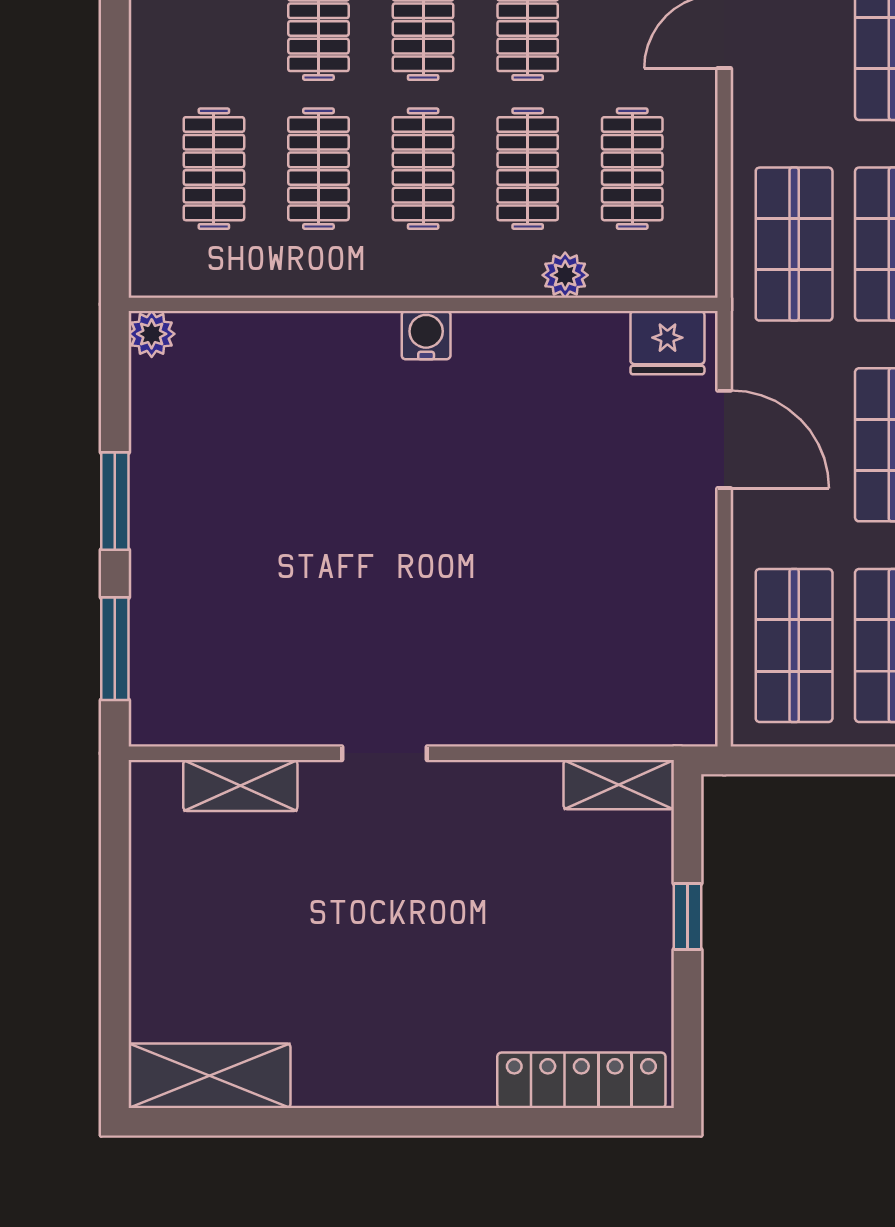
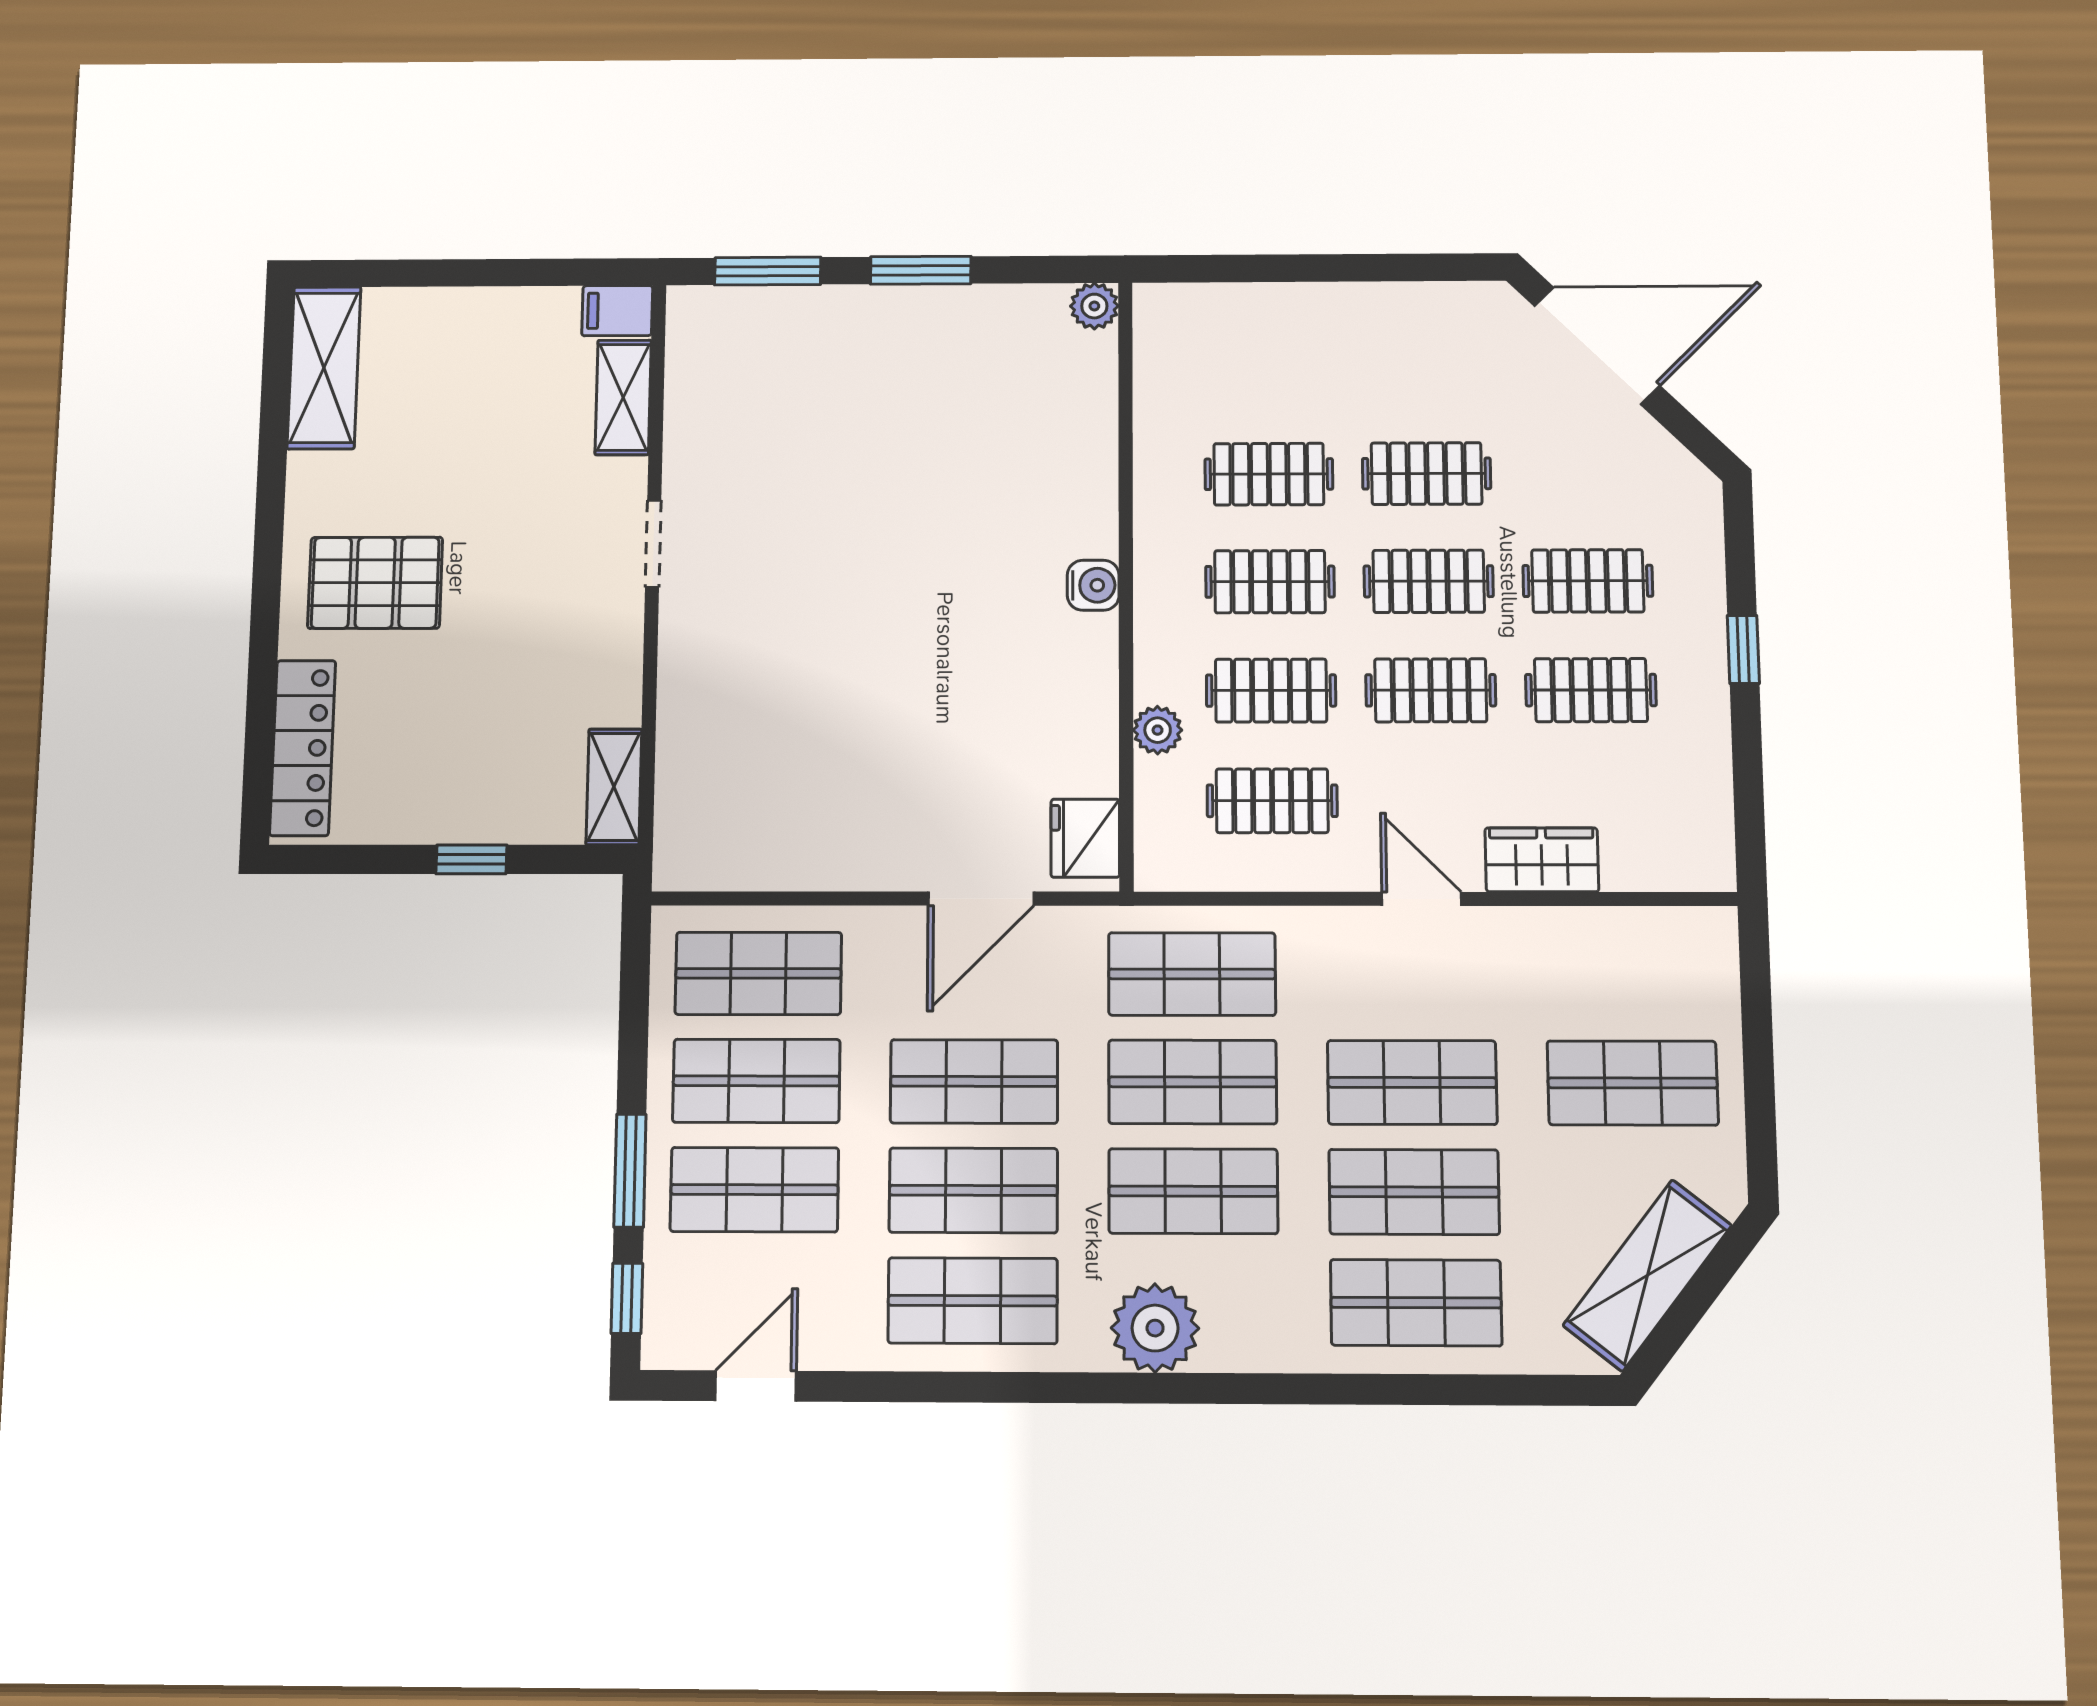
clothes rail: (214, 169) -> (1268, 368), removed
filing cabinet: (154, 793) -> (617, 311), added
pallet: (422, 1018) -> (375, 583), added

